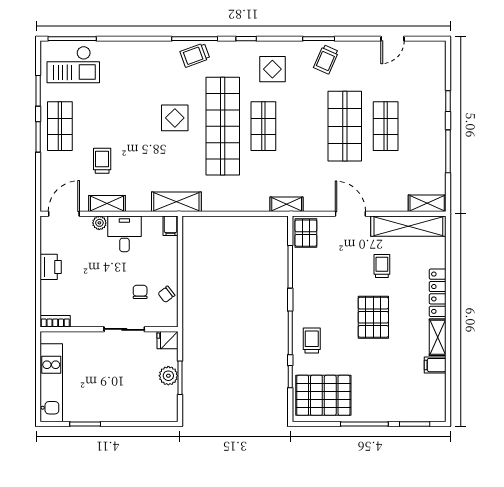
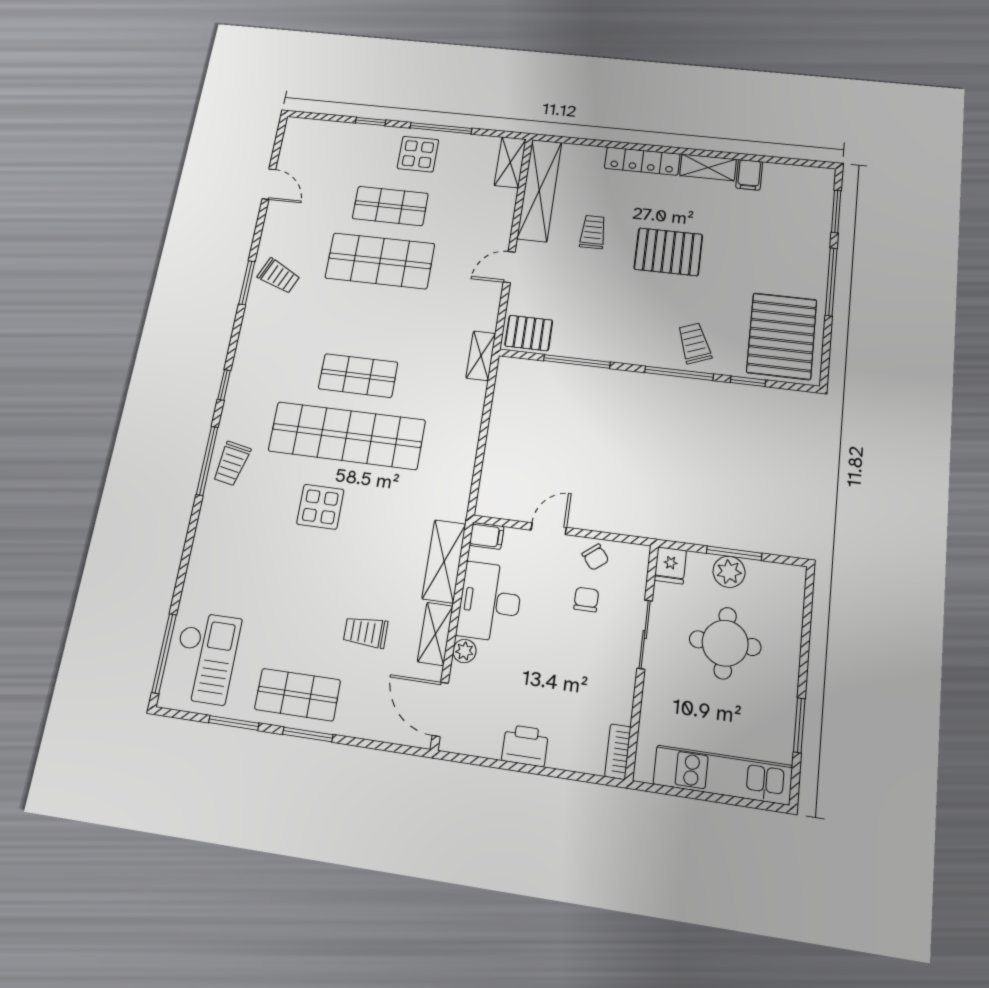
trolley: (195, 55) -> (232, 464), turned 31
display table: (272, 69) -> (418, 154), moved
shelving: (176, 202) -> (444, 561), moved
door: (350, 214) -> (509, 267), width x0.73
desk: (124, 234) -> (490, 602), width x1.37
door: (180, 263) -> (549, 529), added
trolley: (382, 266) -> (593, 232), turned 90
chair: (140, 292) -> (586, 599), turned 90
trolley: (312, 341) -> (694, 343), turned 69
round table: (126, 377) -> (725, 643), added

